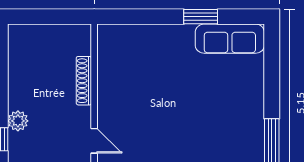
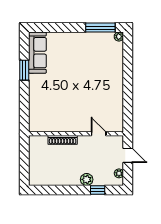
door: (94, 141) -> (99, 134), hinge flipped

